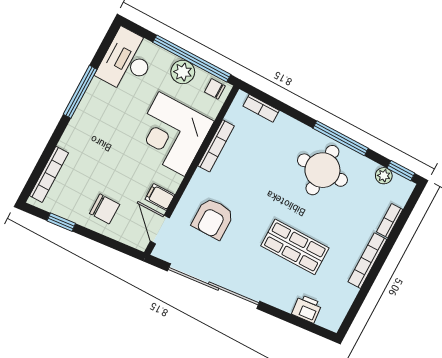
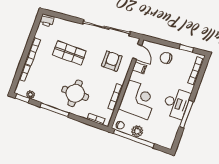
desk: (127, 61) -> (176, 103), moved
round table: (322, 170) -> (75, 93), moved
printer: (307, 309) -> (47, 20), moved

